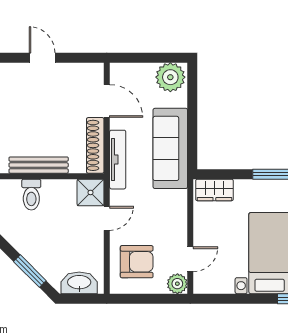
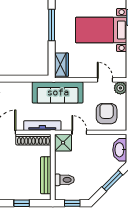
sofa: (170, 148) -> (58, 92), moved

